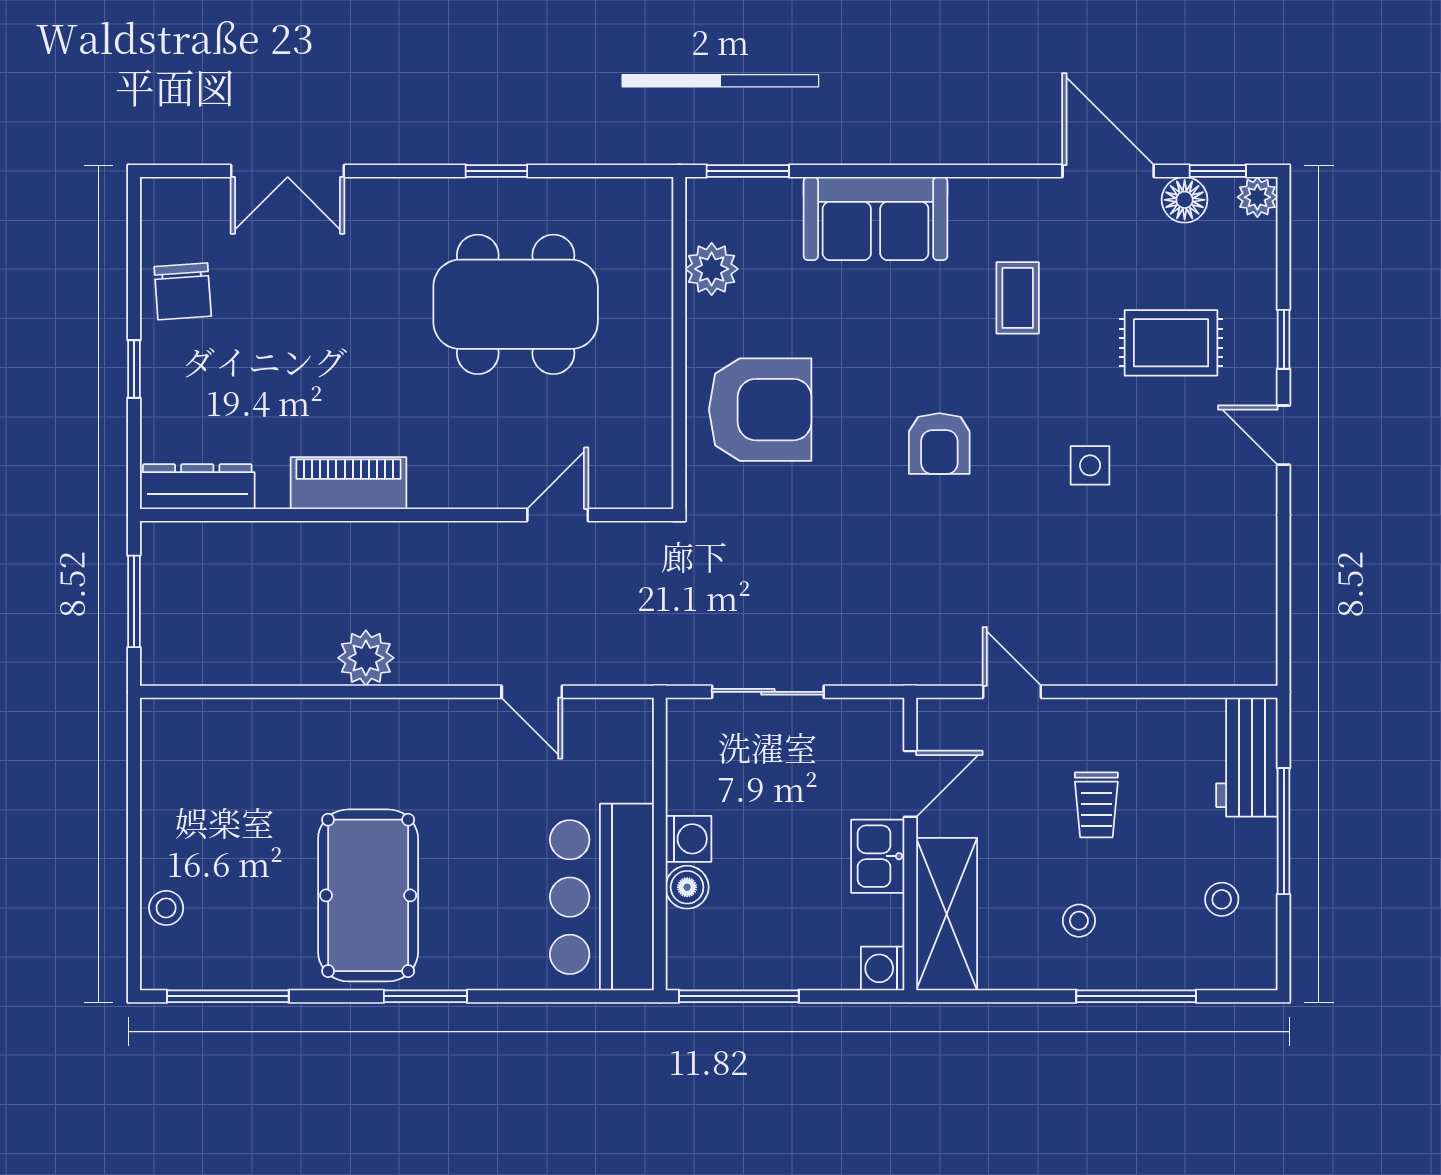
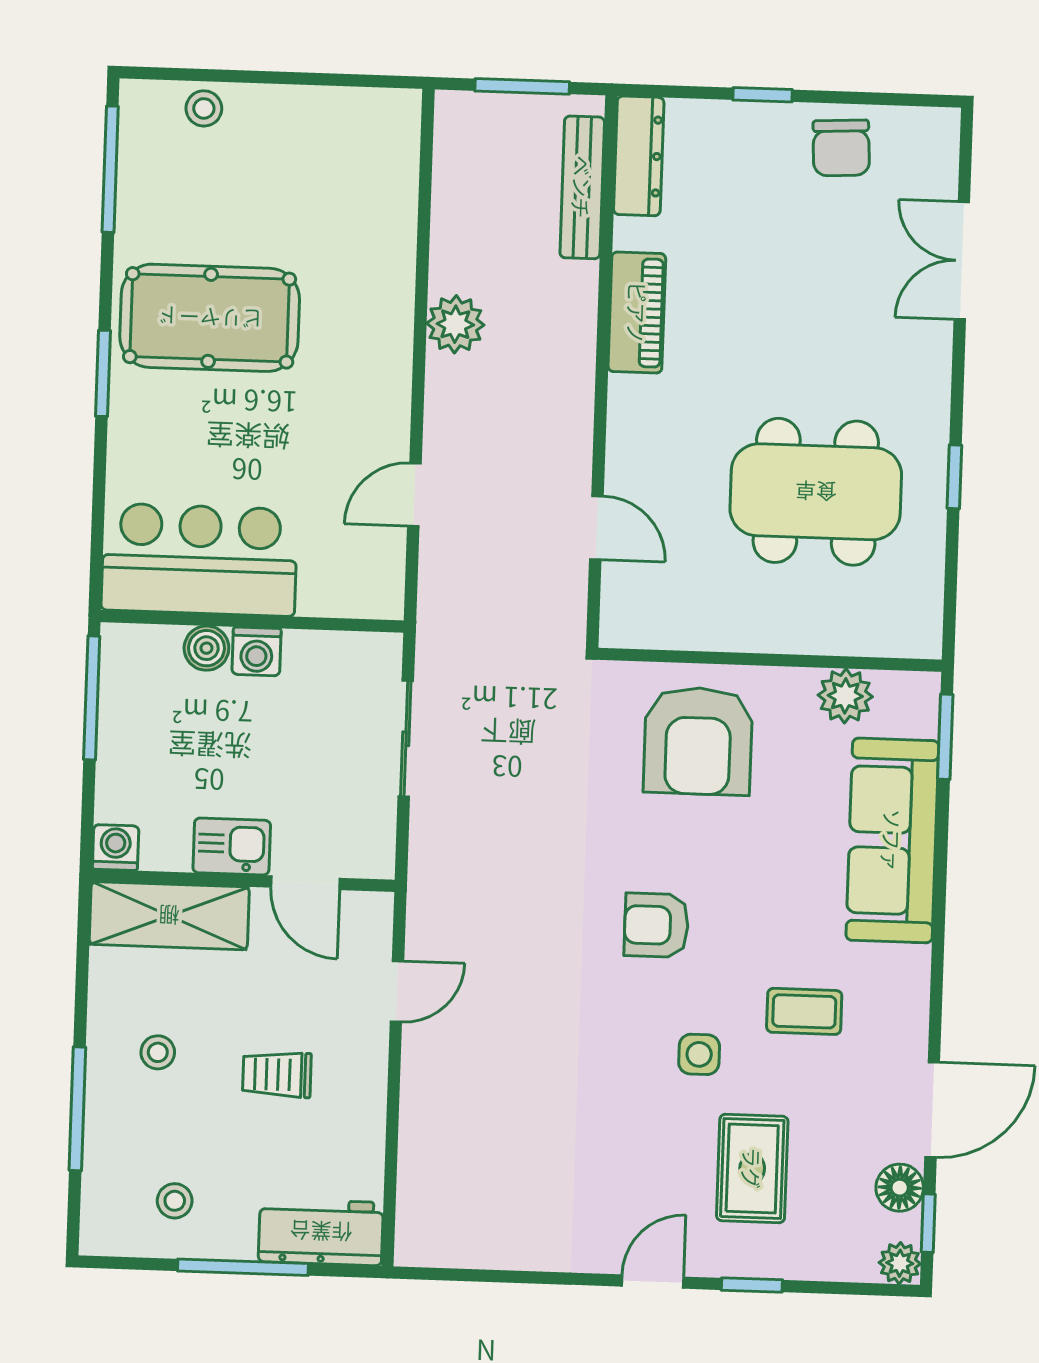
sofa: (876, 219) -> (892, 840), width x1.36
chair: (183, 291) -> (841, 148), turned -89
dining table: (516, 304) -> (816, 492), turned 90
side table: (1090, 465) -> (699, 1054), moved
bench: (230, 540) -> (582, 187), added

